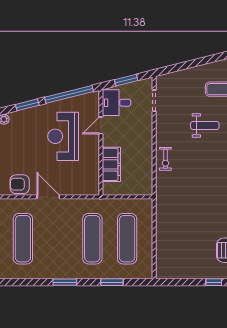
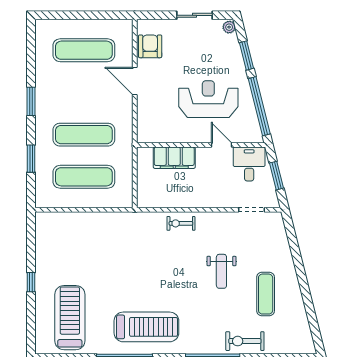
door: (48, 197) -> (135, 81), swing flipped

